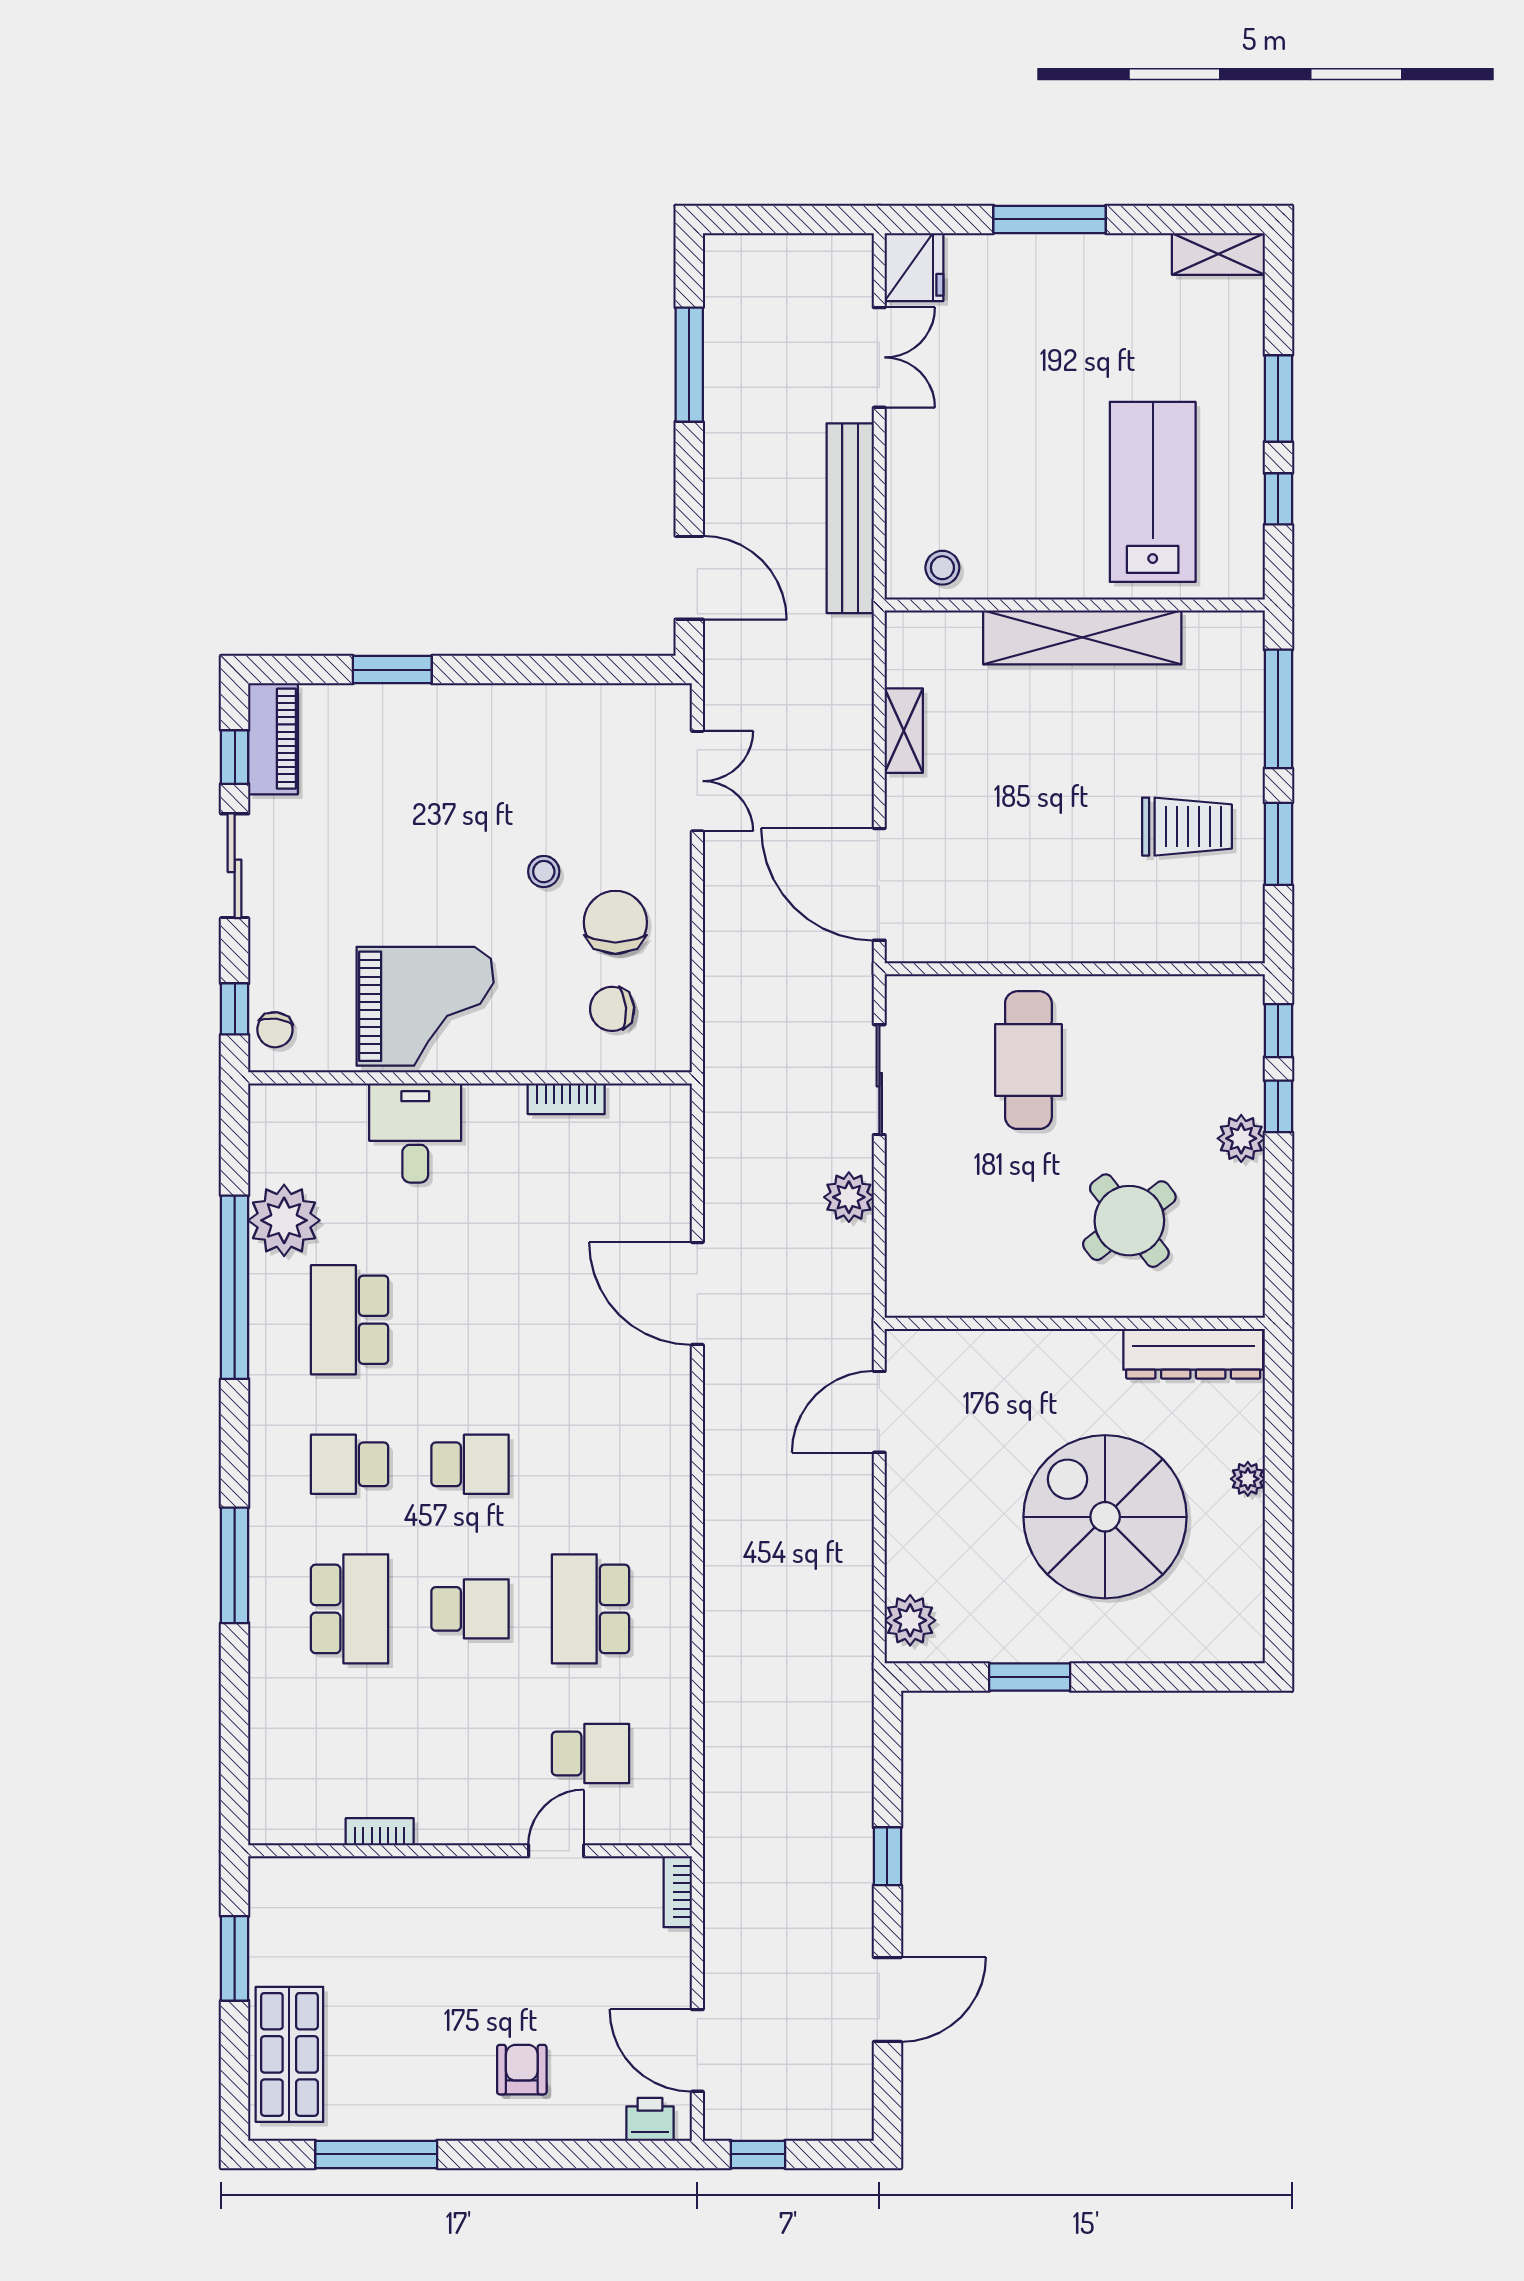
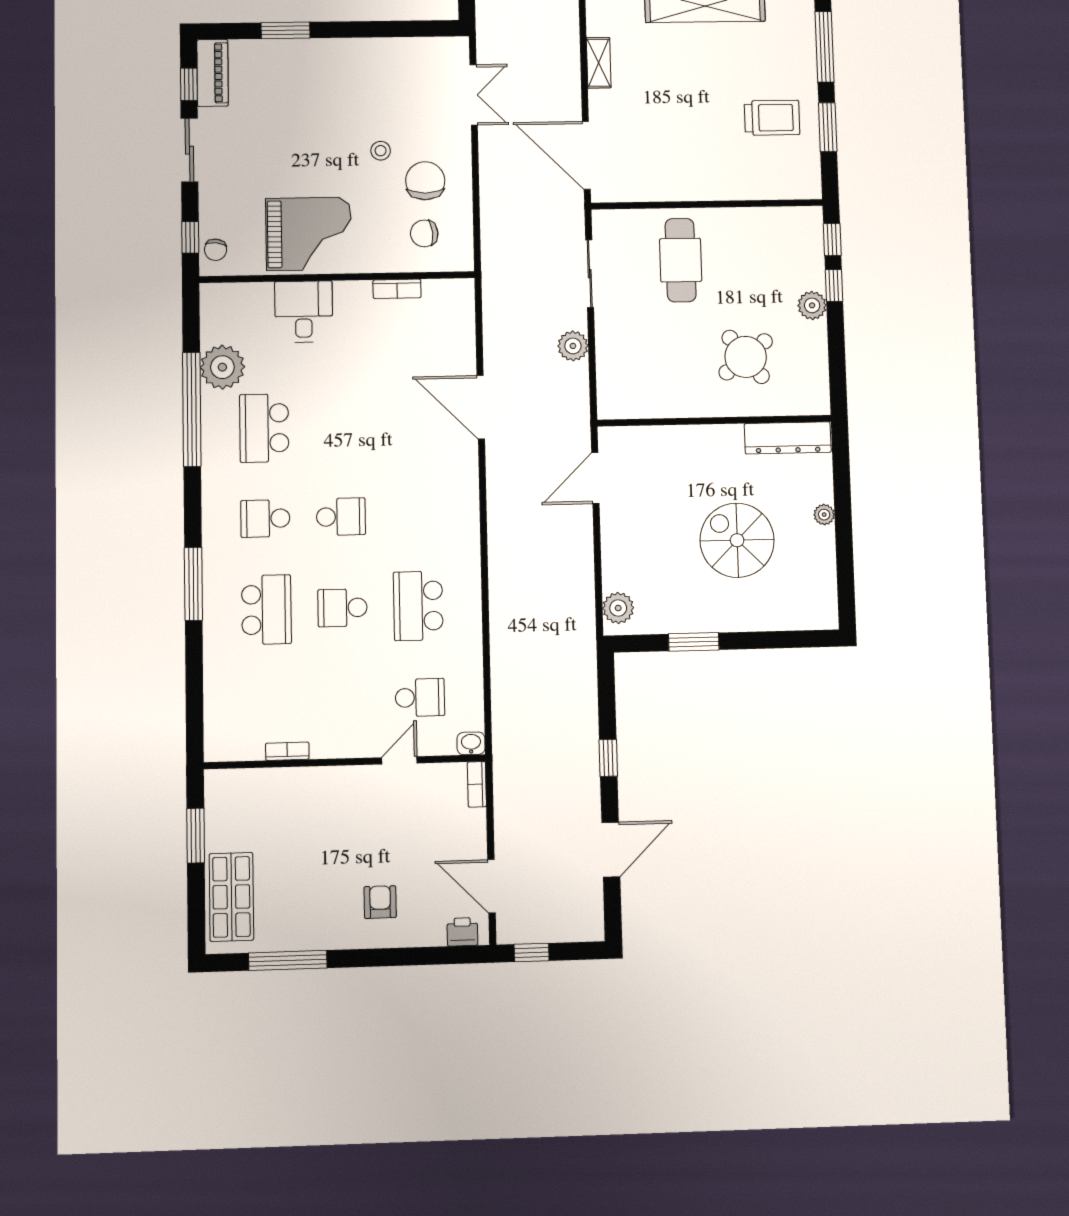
spiral stairs: (1105, 1517) -> (737, 540), width x0.73, depth x0.73
school desk: (470, 1609) -> (342, 608), turned 180
washbasin: (670, 1828) -> (471, 743), added

